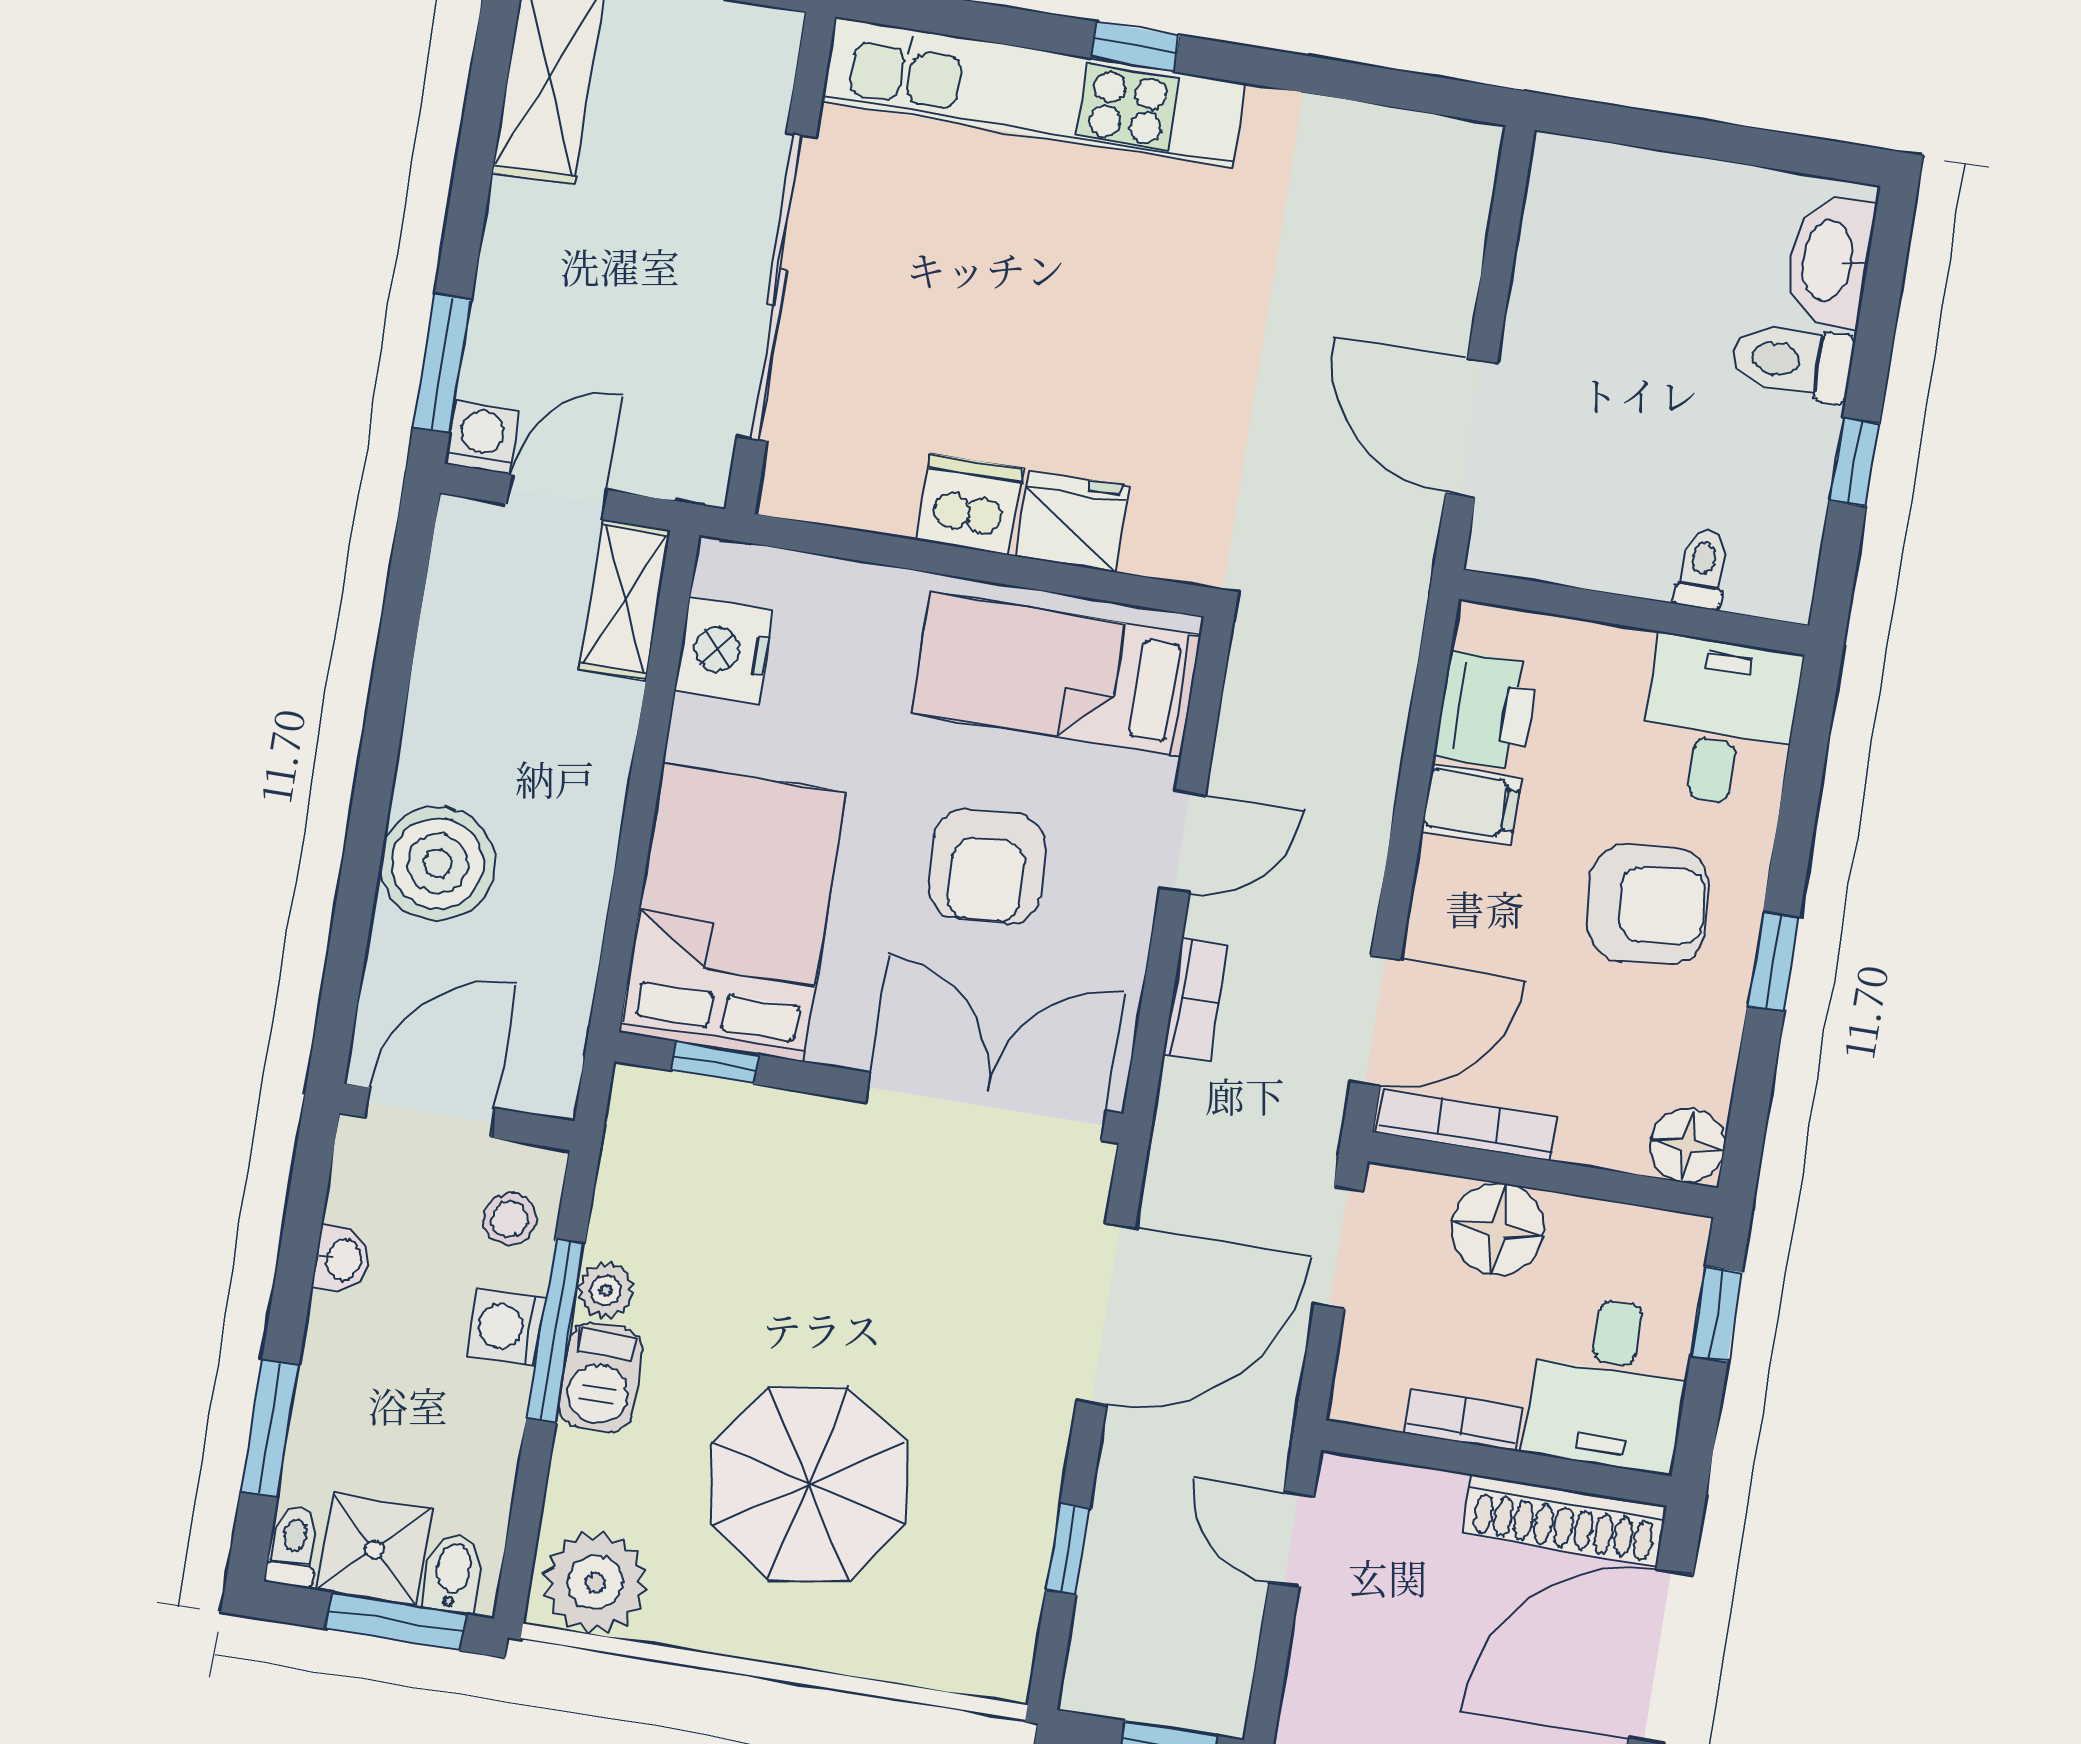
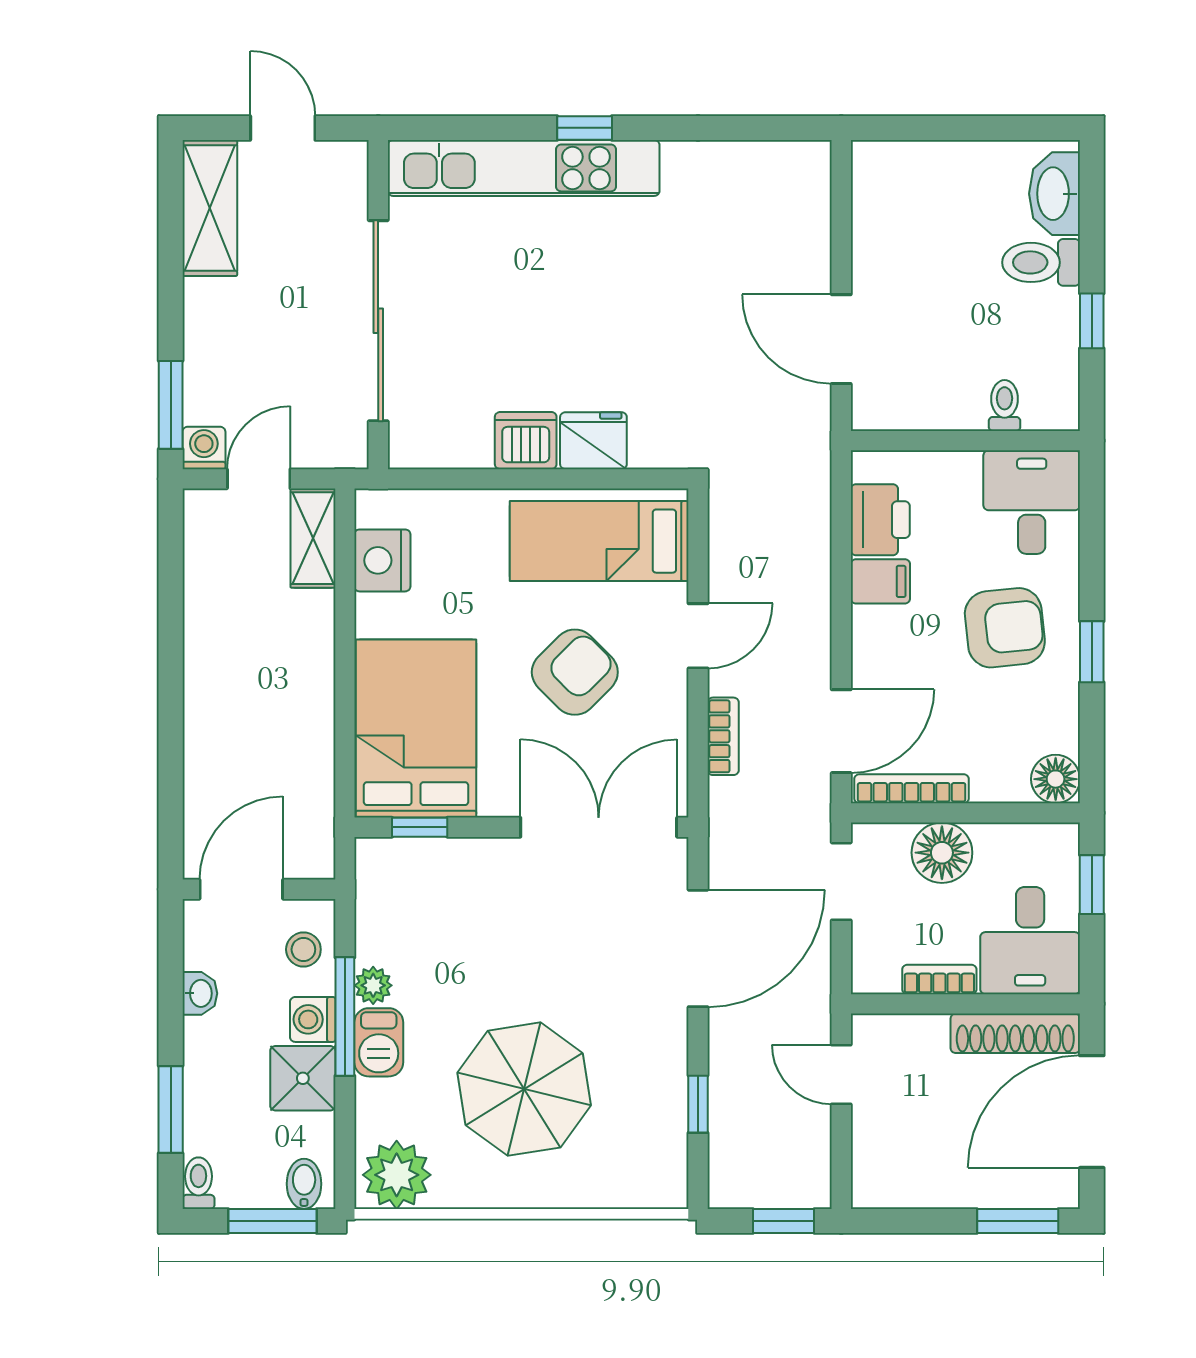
boiler: (438, 863) -> (220, 728), removed
armchair: (987, 866) -> (575, 672), turned -132
shower: (374, 1549) -> (303, 1078), moved

